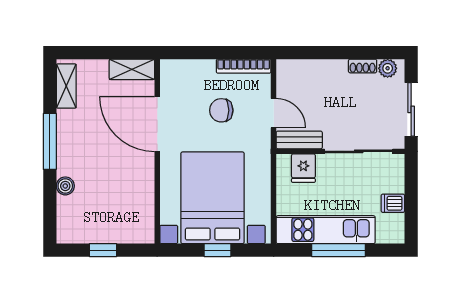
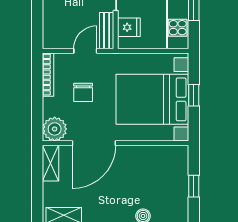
plant: (175, 74) -> (55, 129), added

